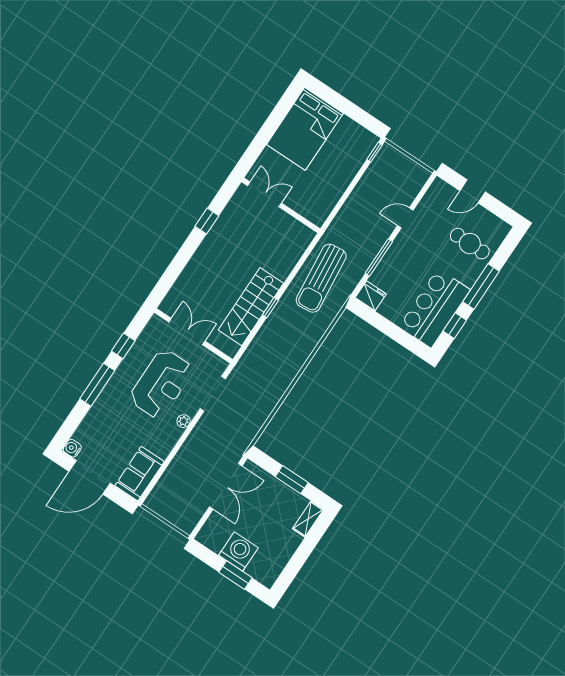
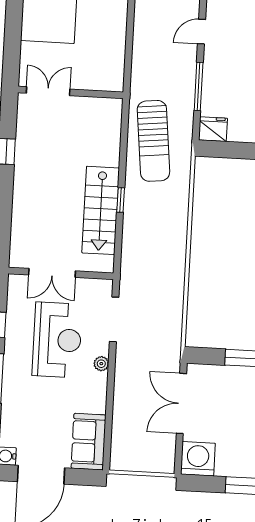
double door: (187, 332) -> (52, 273), swing flipped
double door: (226, 486) -> (181, 403), swing flipped
washing machine: (238, 551) -> (198, 459), moved

